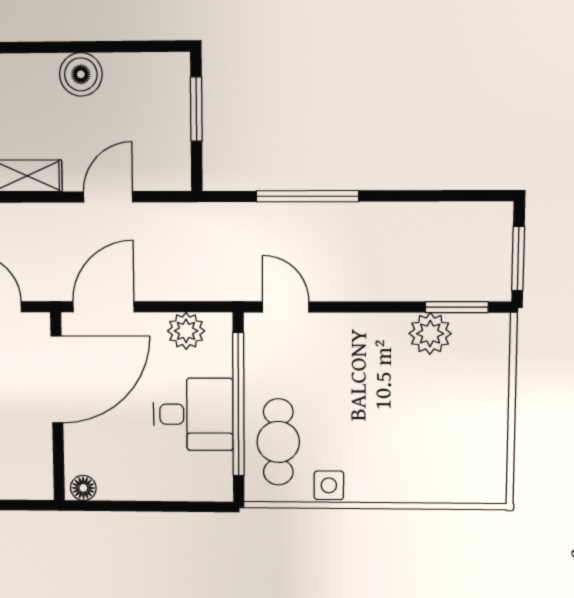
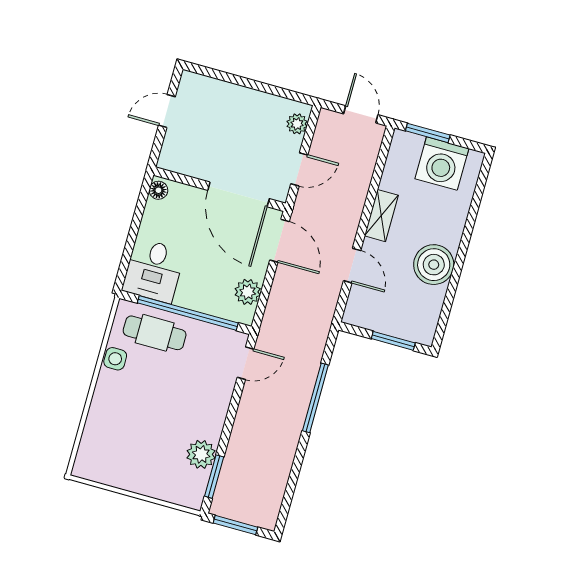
boiler: (81, 74) -> (434, 265), width x1.37, depth x1.37
desk: (193, 414) -> (154, 271), moved

